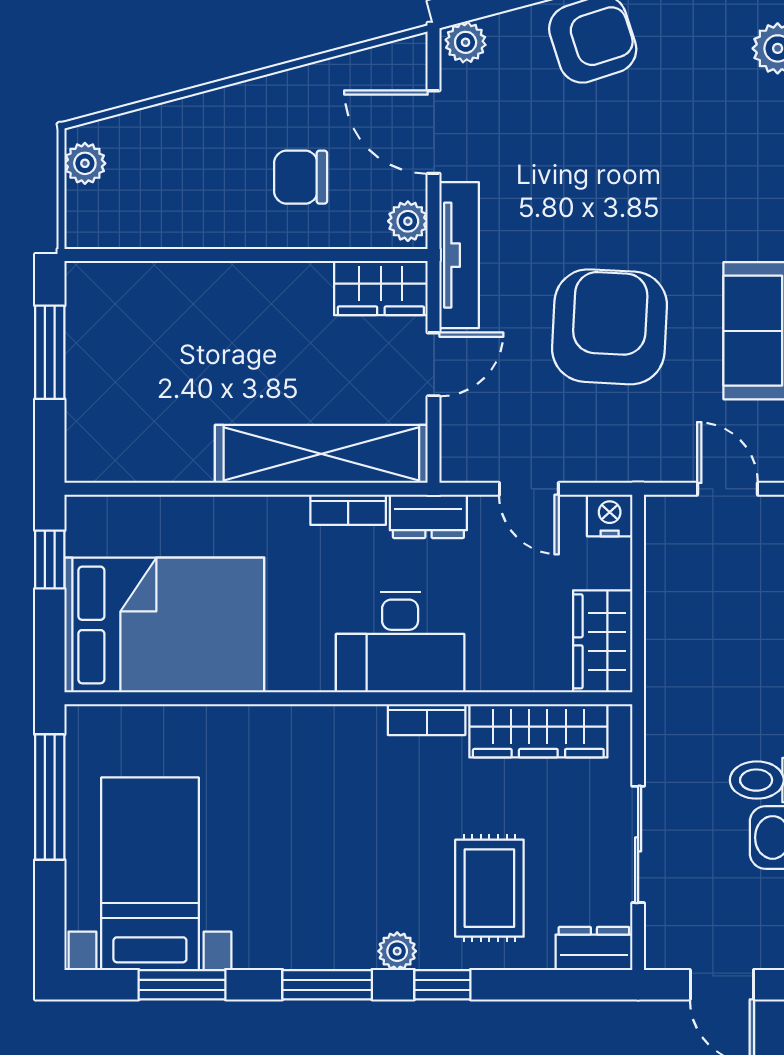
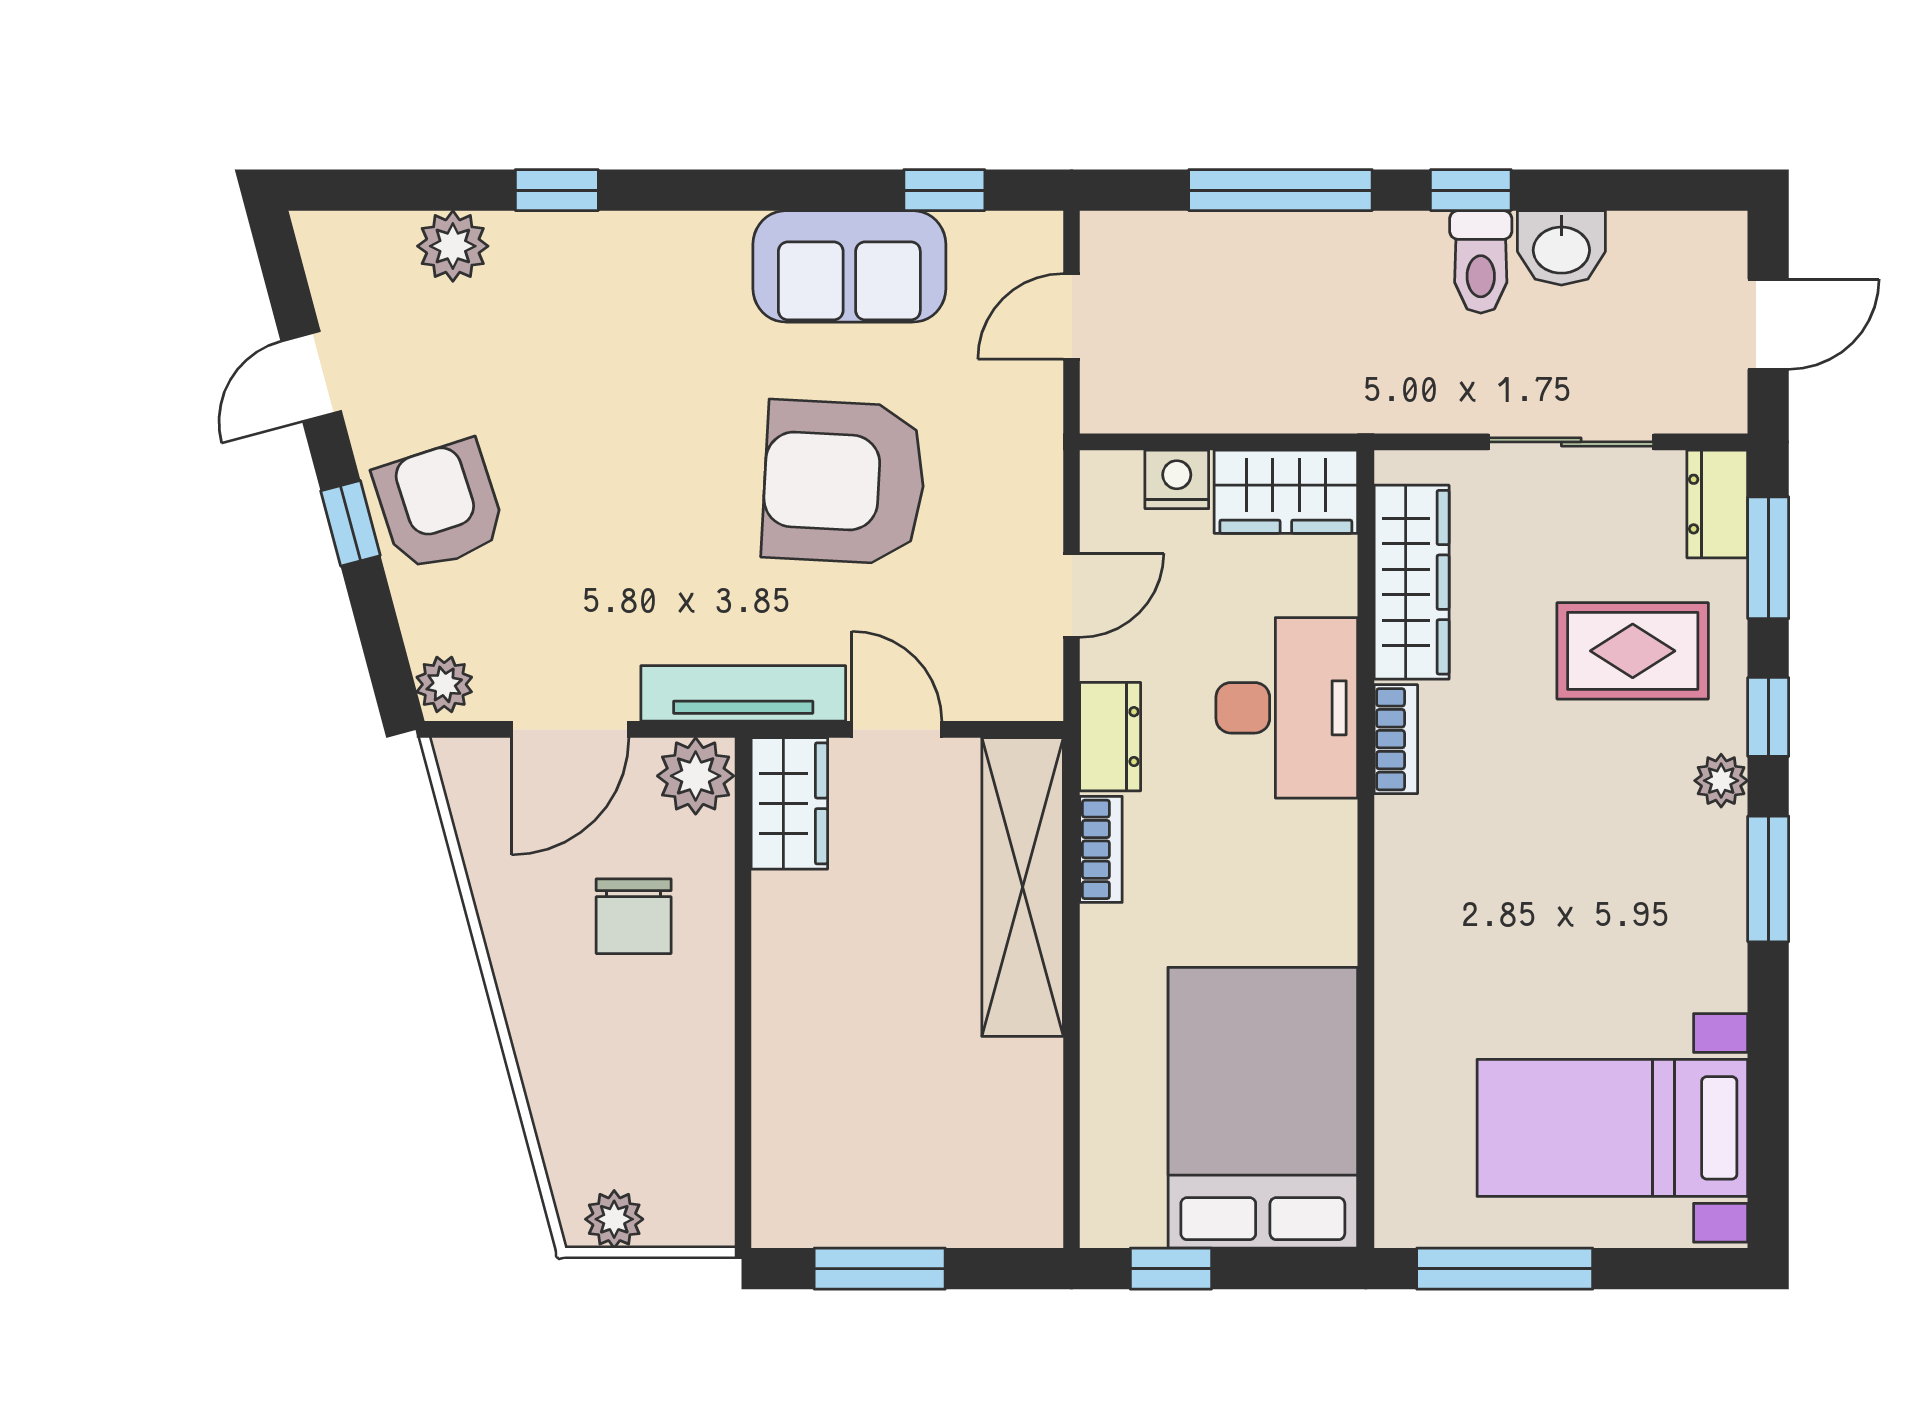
plant: (408, 221) -> (696, 776), width x1.38, depth x1.38
nightstand: (610, 515) -> (1177, 479), moved, turned 90
desk: (400, 642) -> (1287, 708), moved
window: (182, 985) -> (1768, 558), moved

